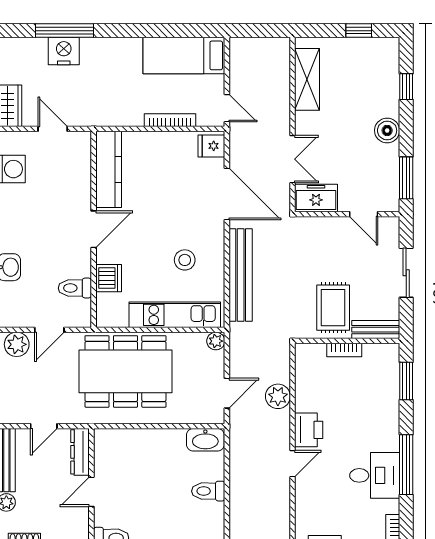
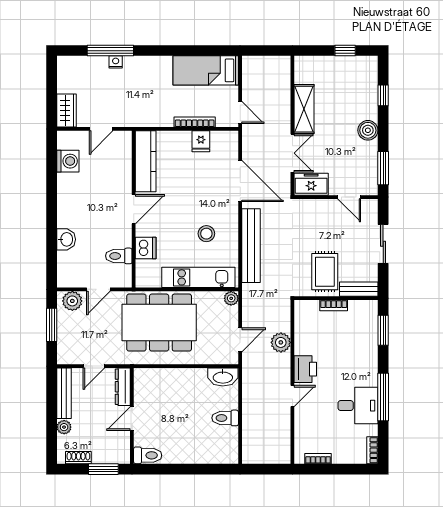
nightstand: (64, 51) -> (116, 62), width x0.53, depth x0.56
shelving: (307, 79) -> (304, 109), moved
door: (53, 129) -> (101, 129), swing flipped
fridge: (211, 146) -> (201, 141), moved, turned -90

